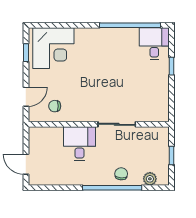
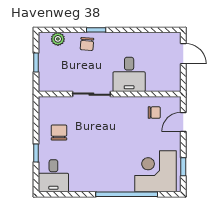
window: (130, 25) -> (127, 194), moved
chair: (149, 86) -> (59, 132), added
window: (112, 188) -> (96, 30), width x0.32

